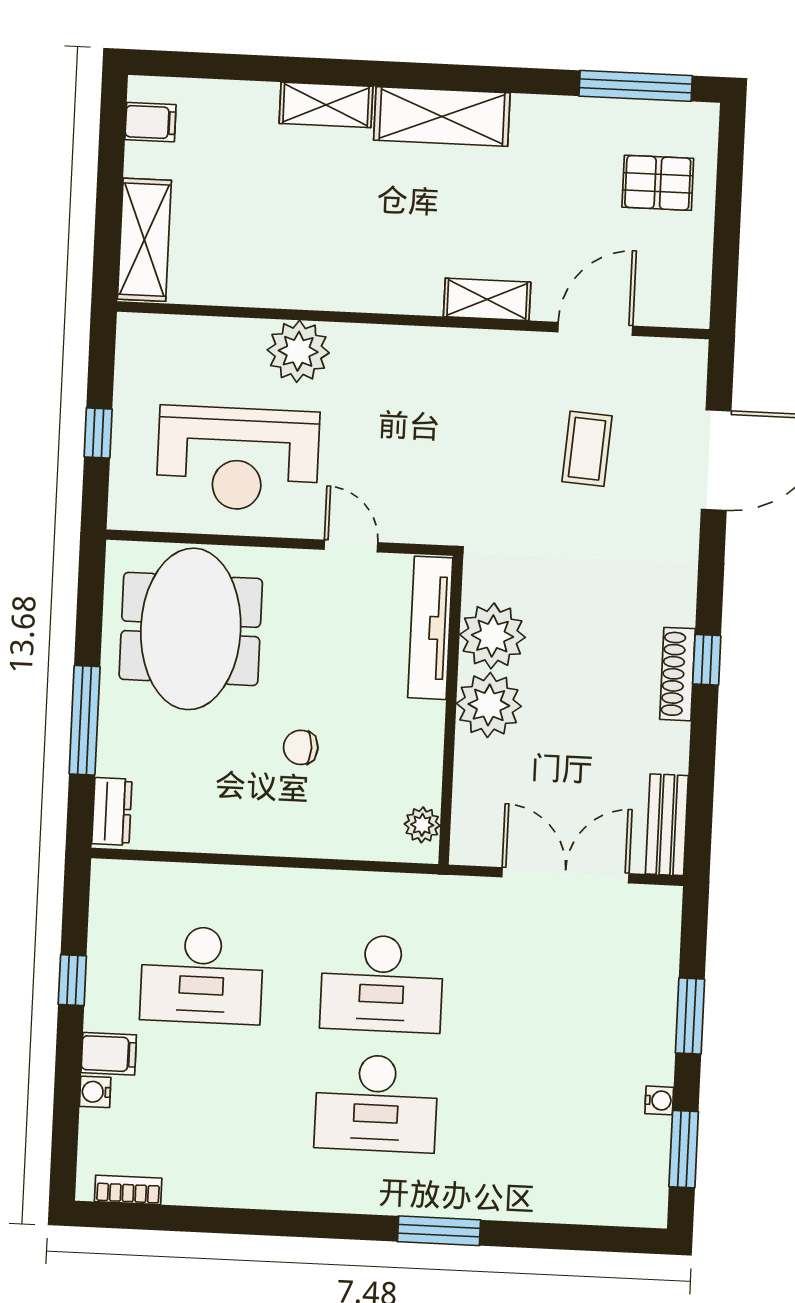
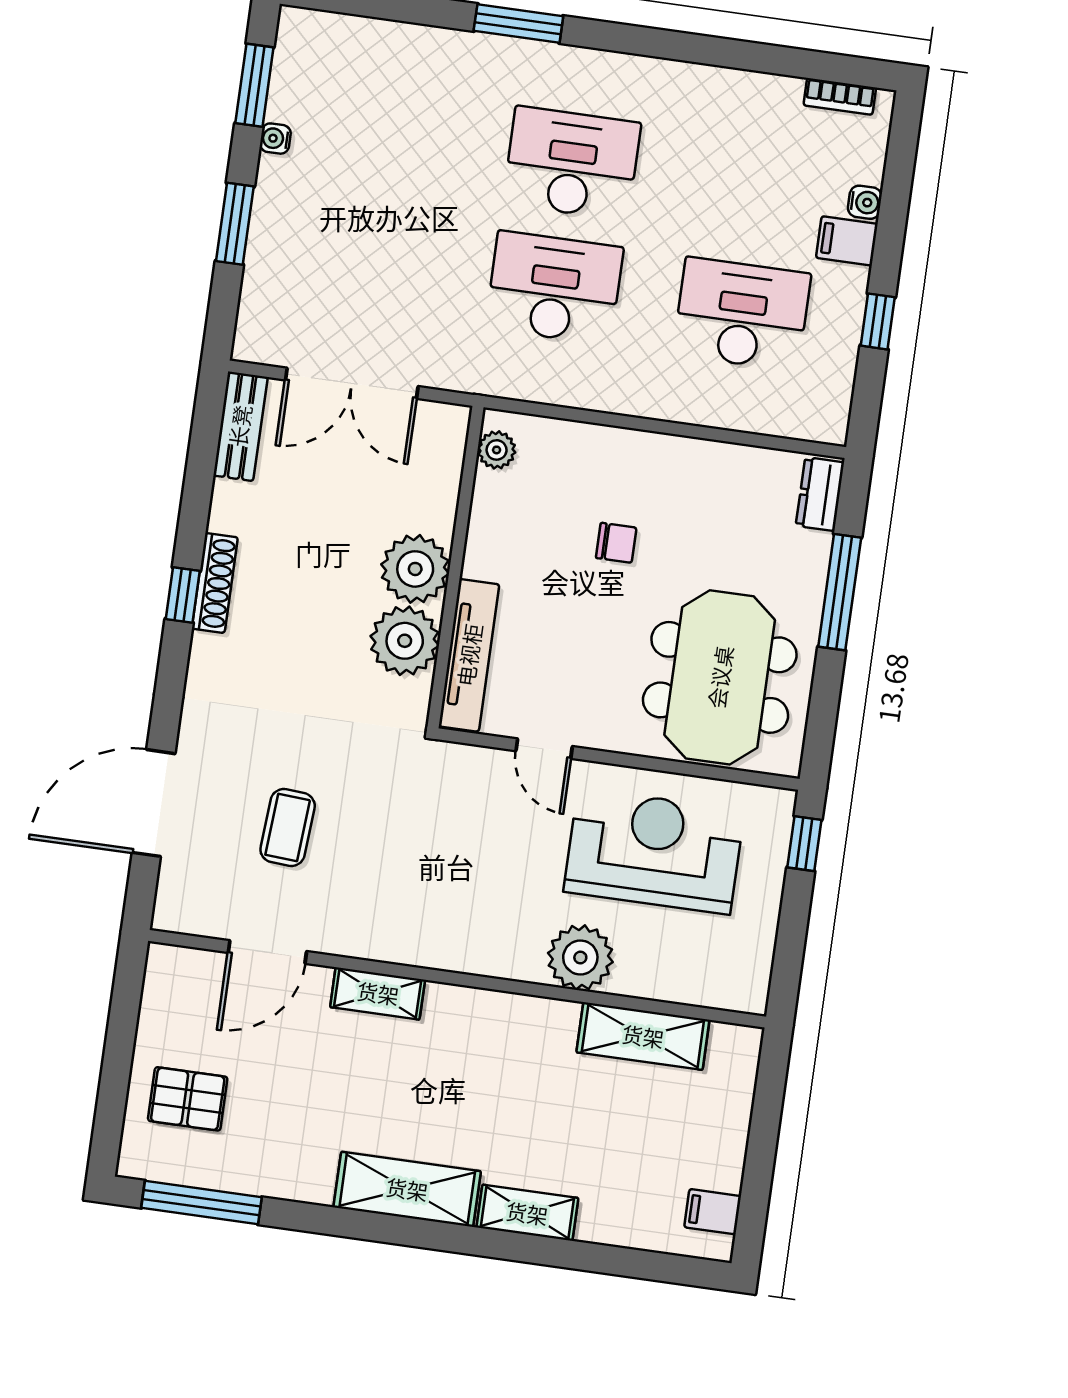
shelving: (144, 240) -> (643, 1036), moved, turned 90
window: (98, 433) -> (804, 844), moved

